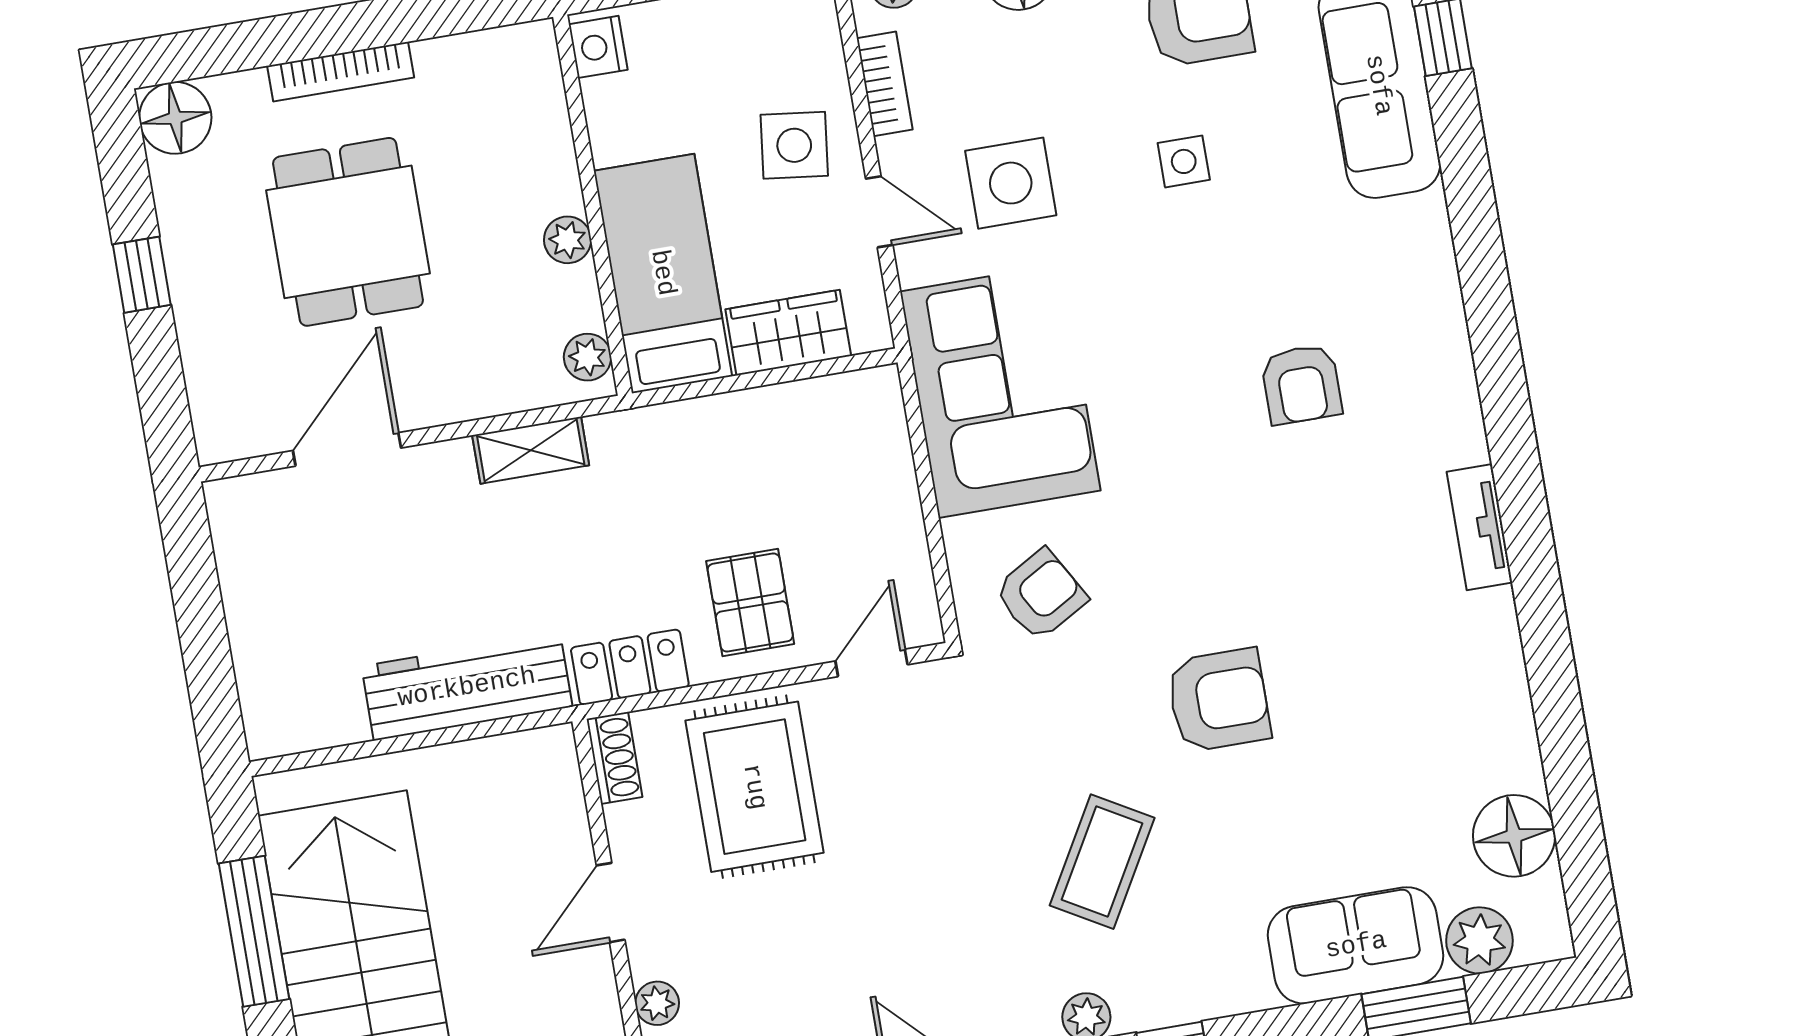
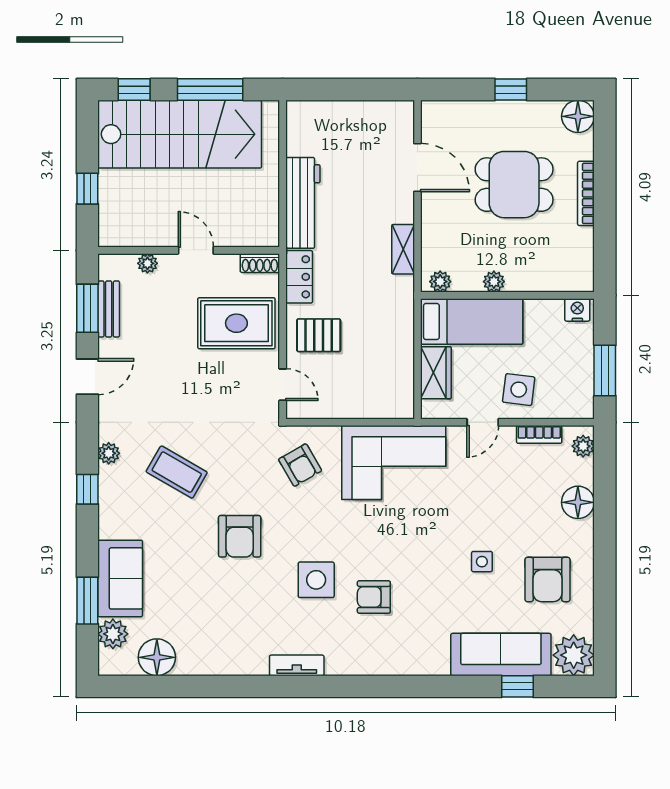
side table: (1011, 183) -> (316, 580), moved

